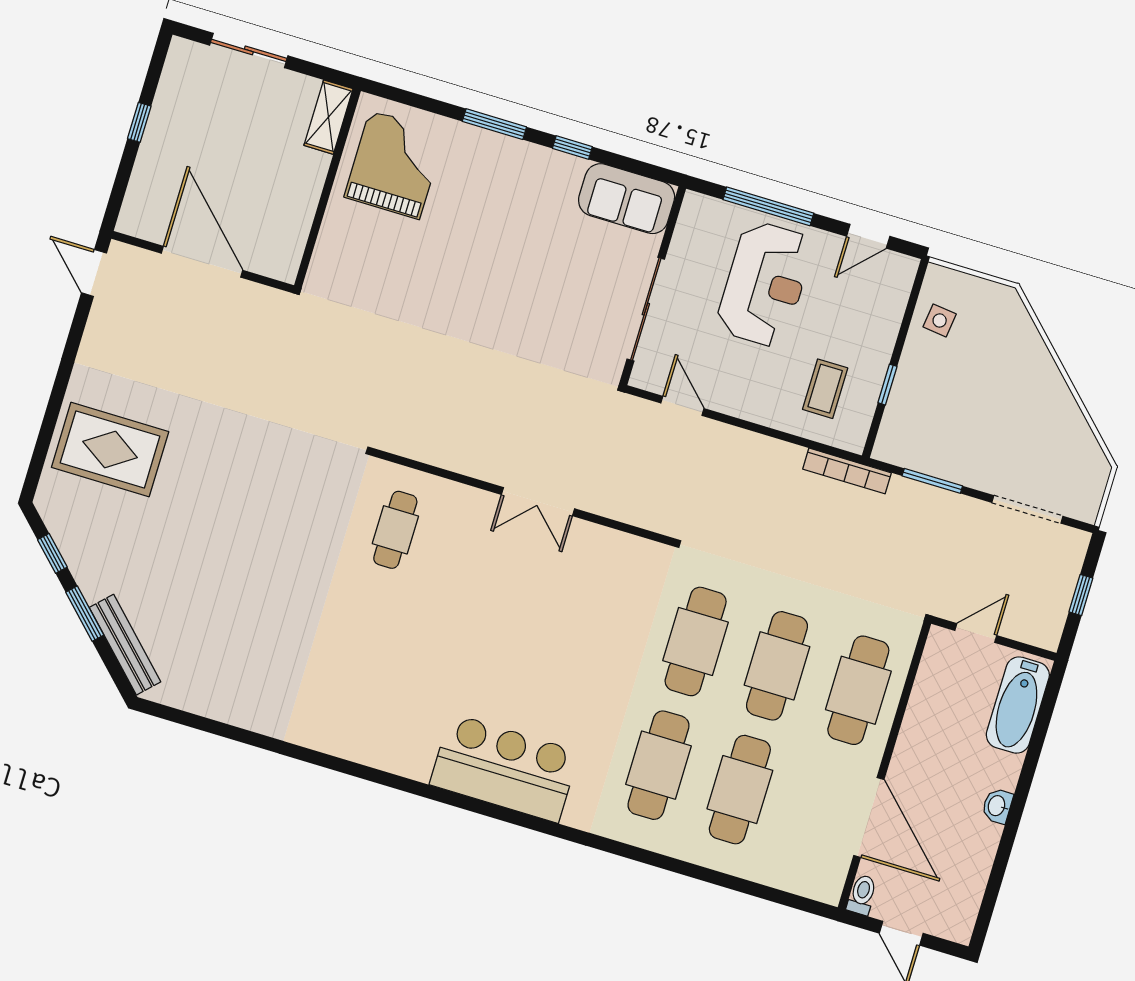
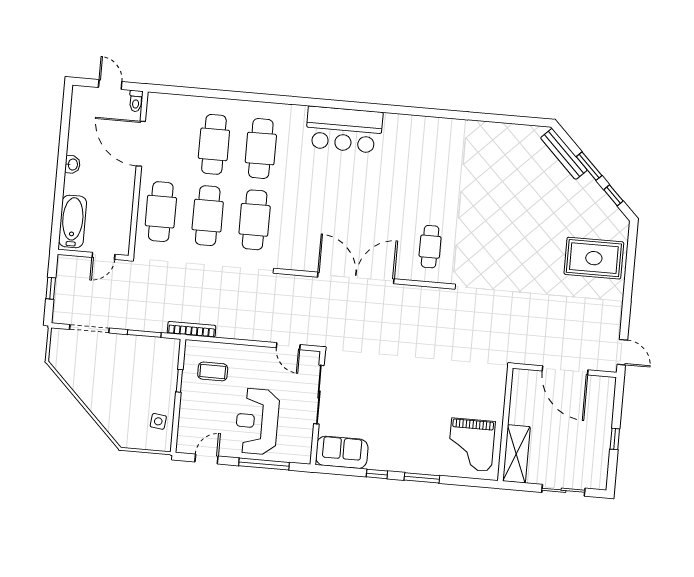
shelving: (328, 117) -> (516, 454), width x1.50, depth x1.33
coffee table: (825, 389) -> (213, 371), turned 90
double door: (538, 502) -> (356, 278), width x1.87

